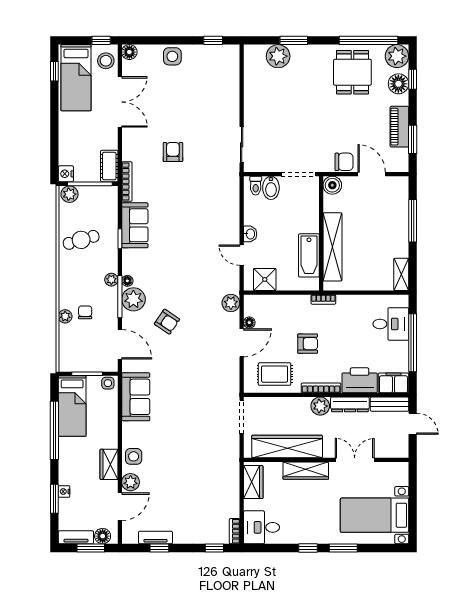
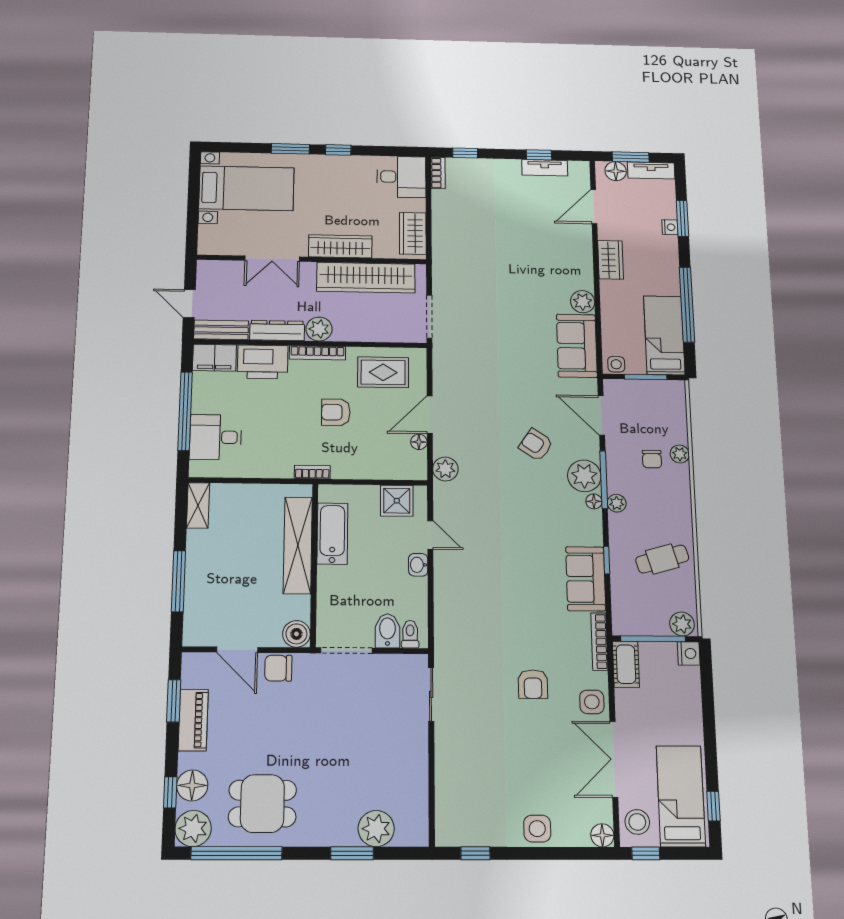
dining table: (352, 72) -> (262, 804), turned 90
side table: (134, 456) -> (592, 702), moved
plant: (131, 482) -> (583, 302), moved

